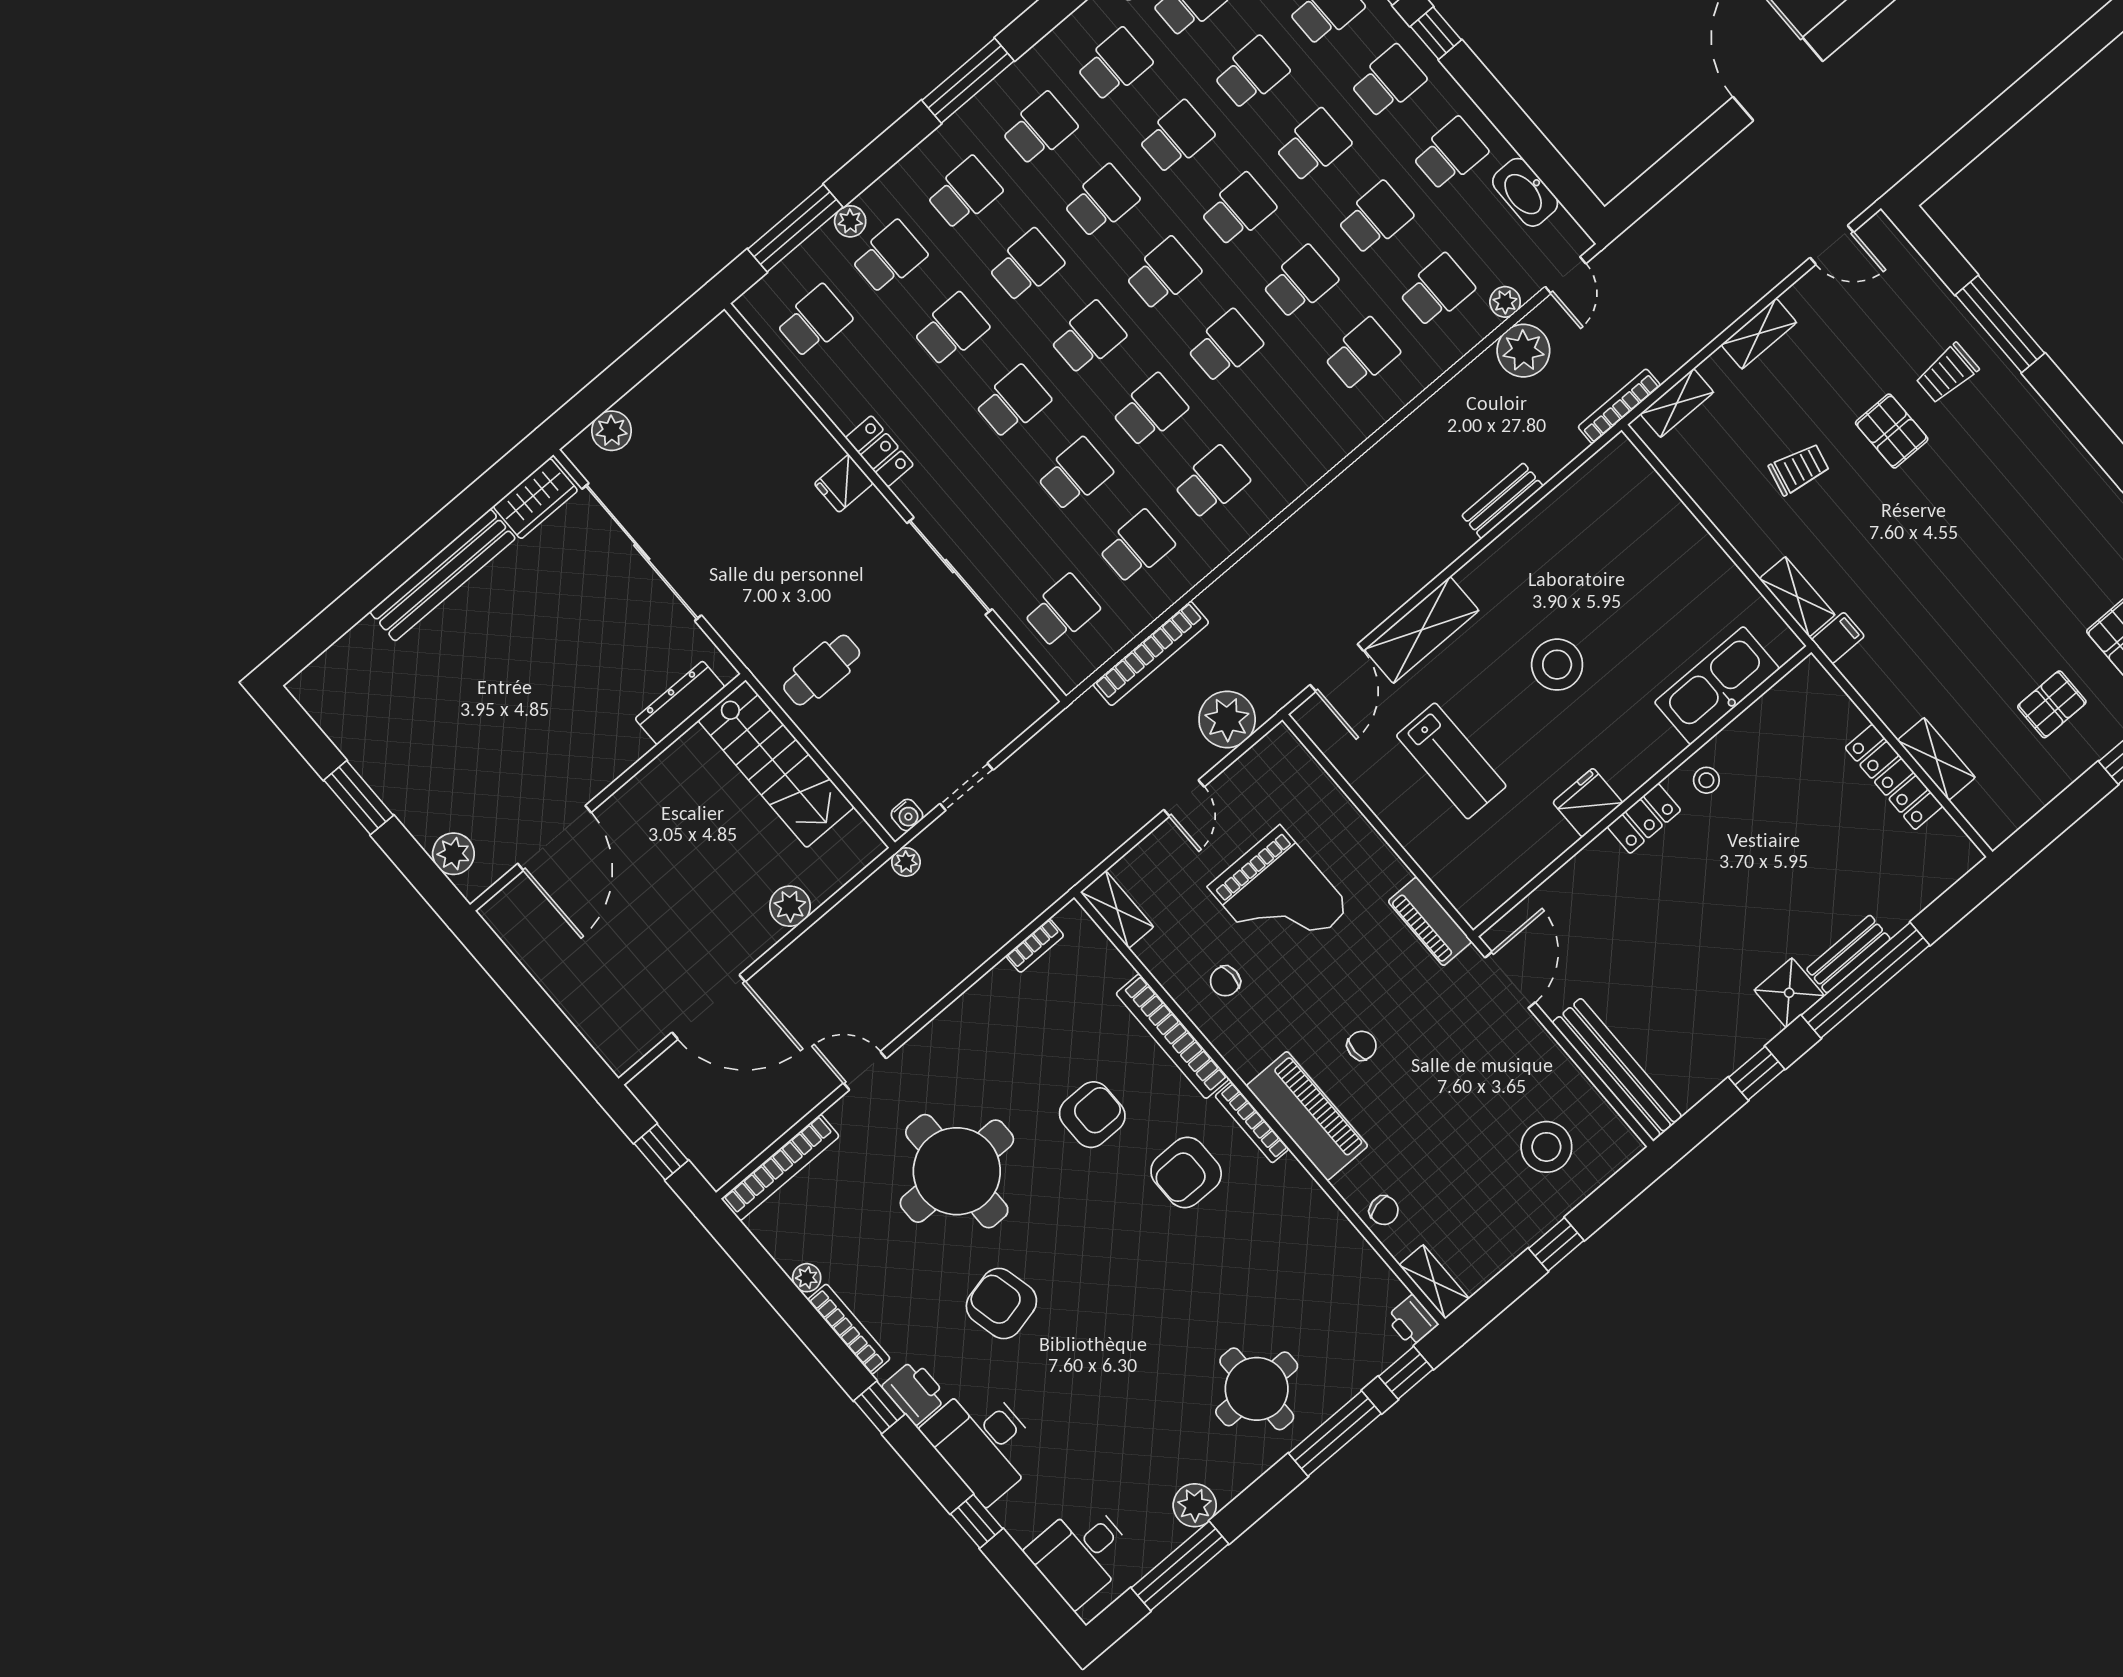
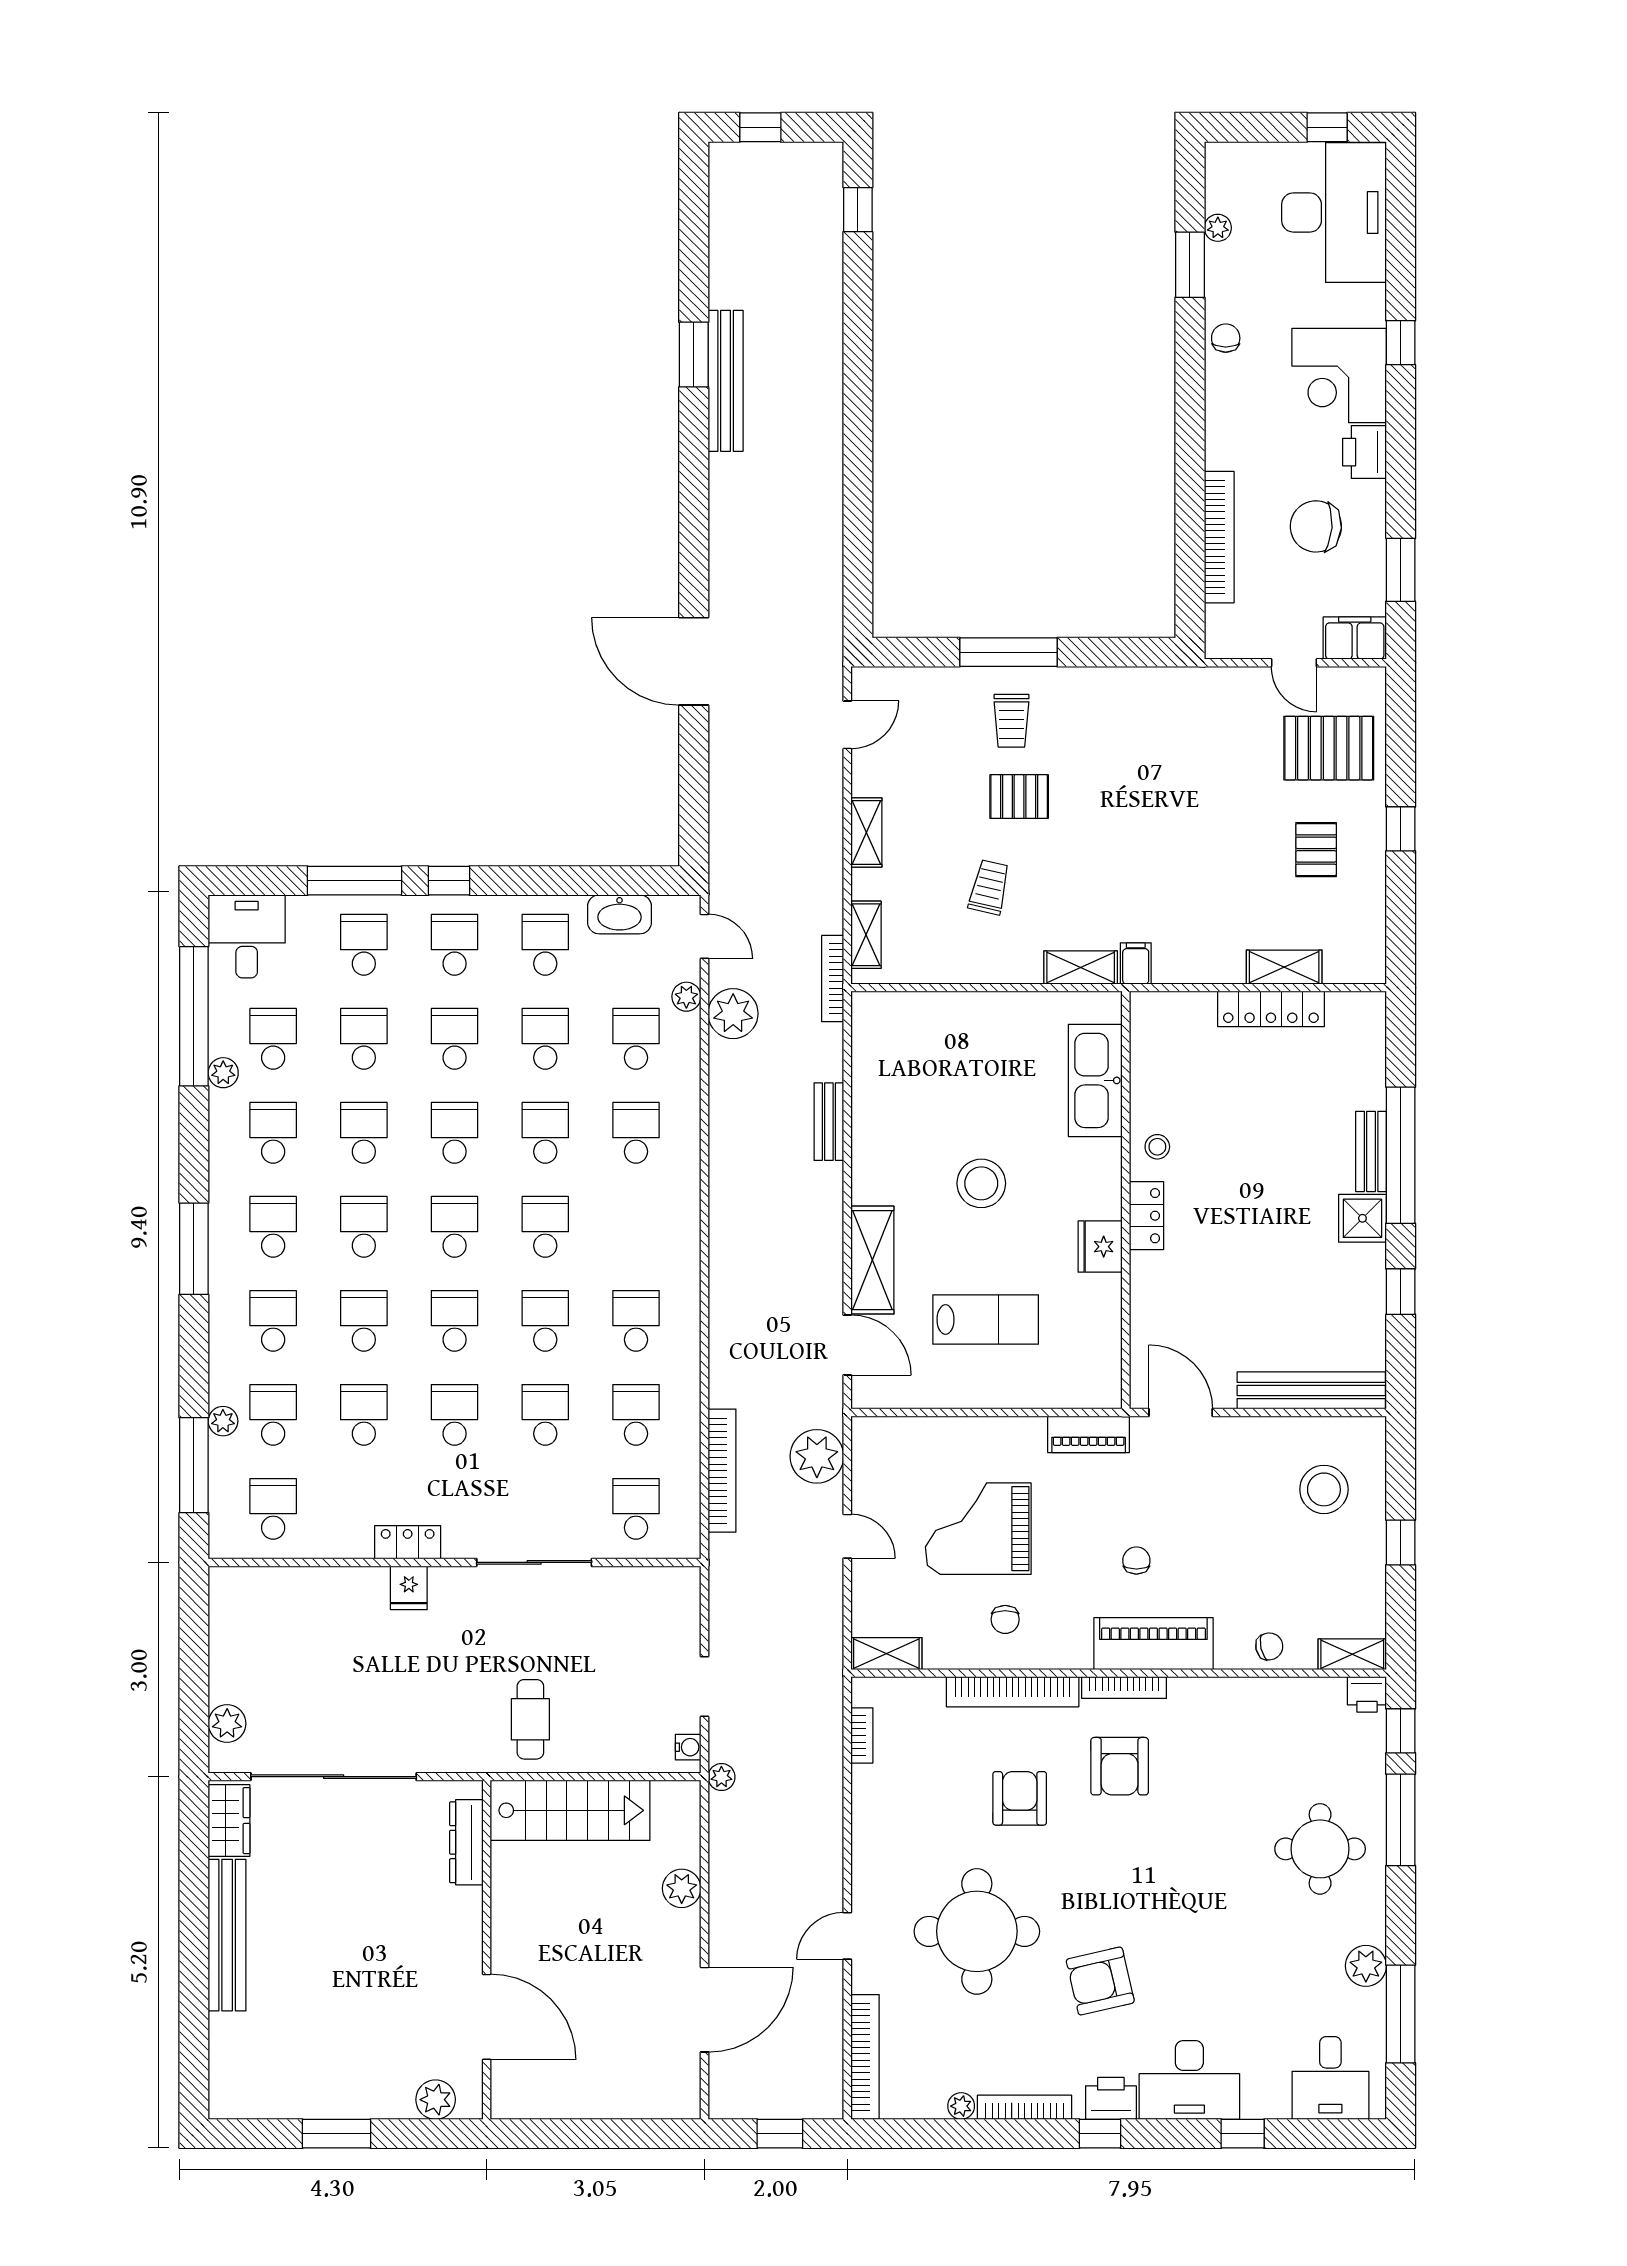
grand piano: (1279, 898) -> (978, 1529), turned 180

